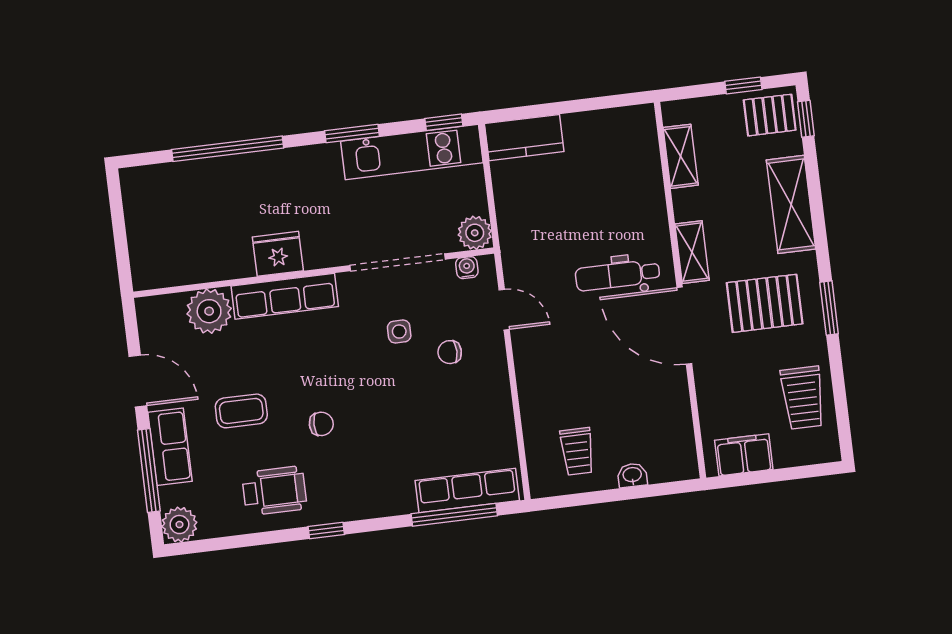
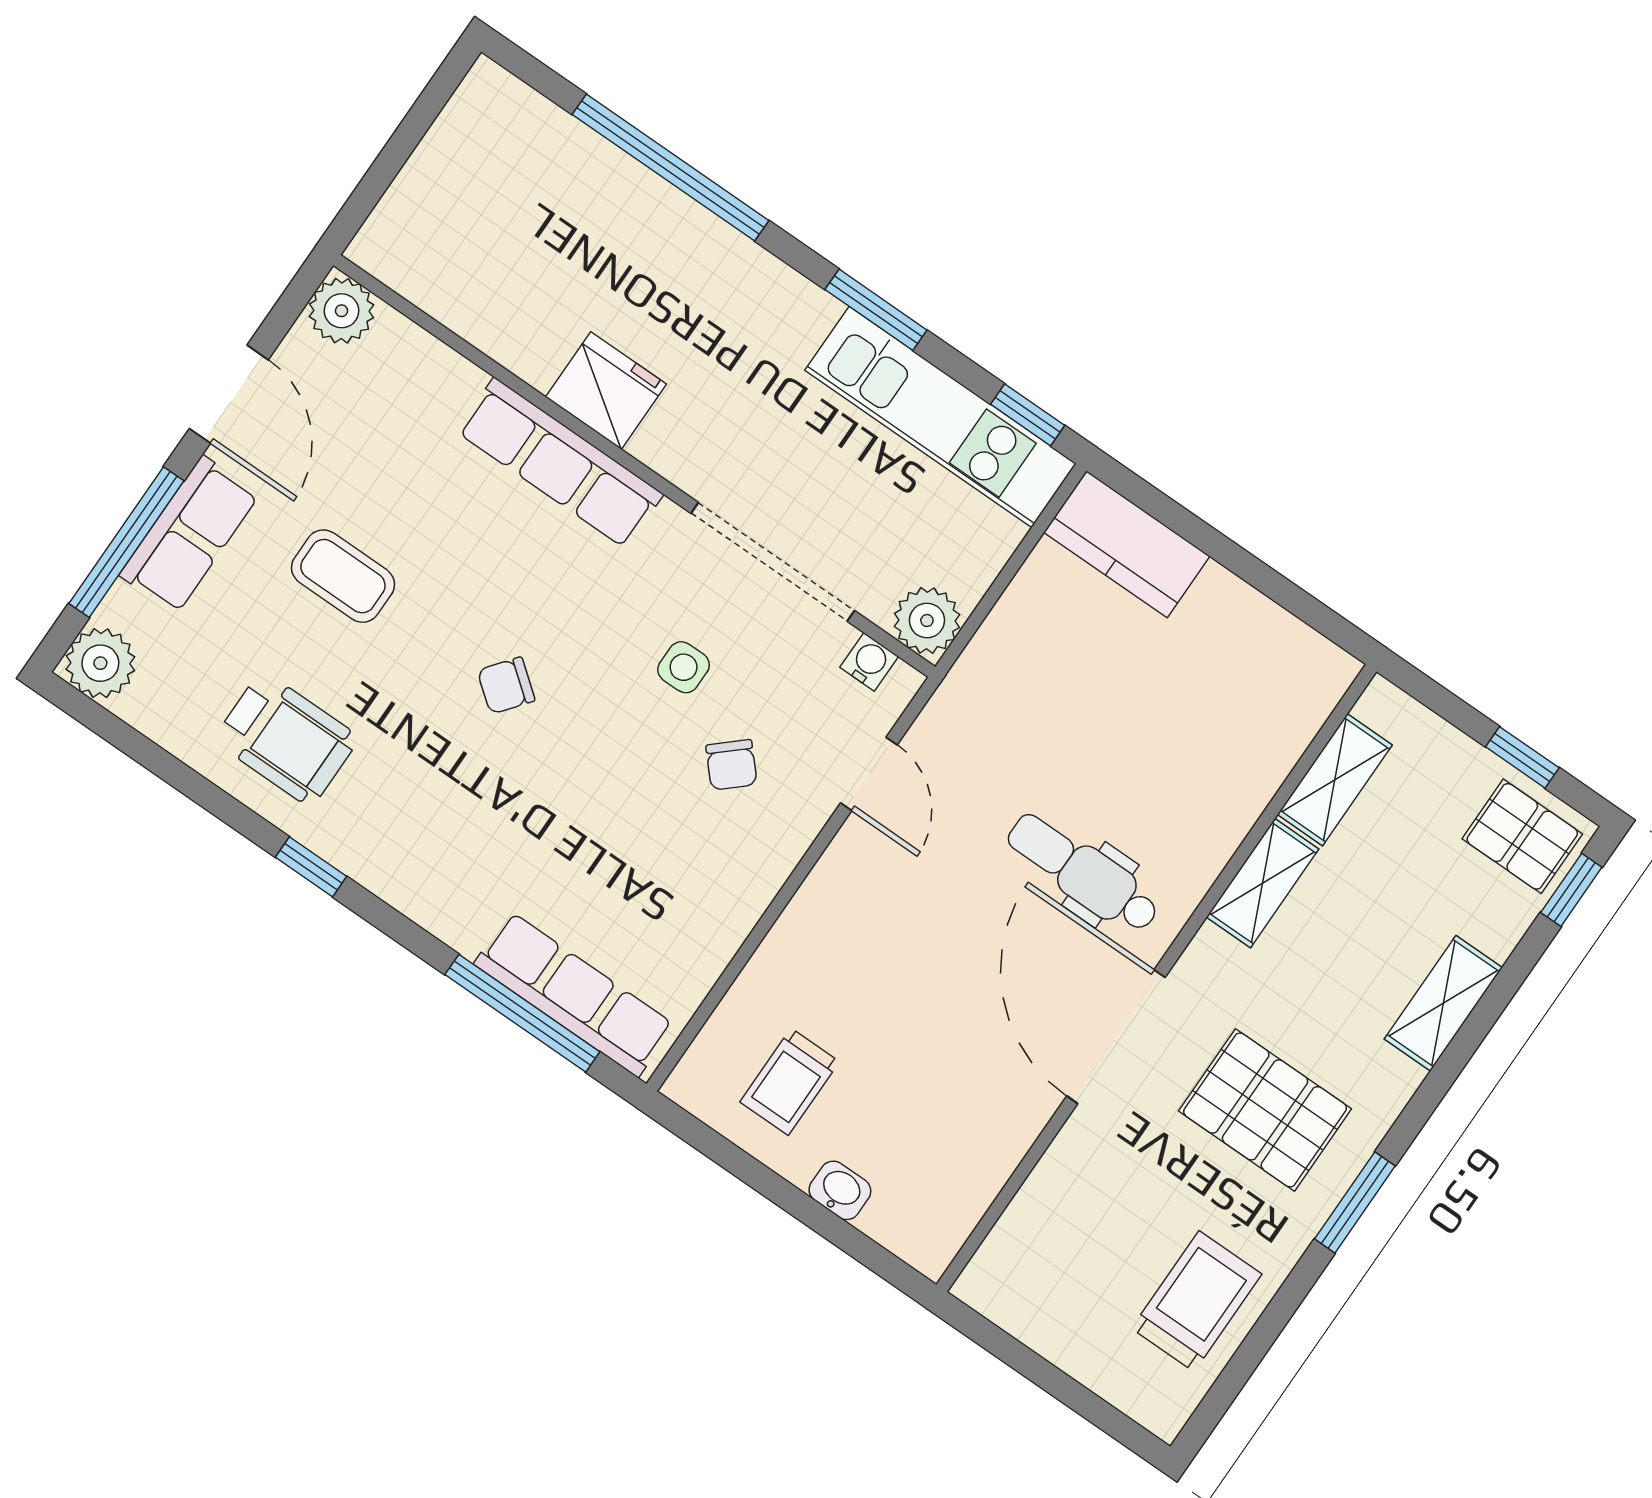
shelving: (791, 204) -> (1443, 1003), width x0.67, depth x0.75
shelving: (692, 252) -> (1263, 883), moved
plant: (209, 311) -> (342, 311), moved, width x0.73, depth x0.73
chair: (450, 352) -> (731, 765), turned -132
trolley: (803, 398) -> (1197, 1301), turned 180
chair: (321, 424) -> (506, 685), moved, turned 128
filing cabinet: (744, 455) -> (1033, 1308), removed

